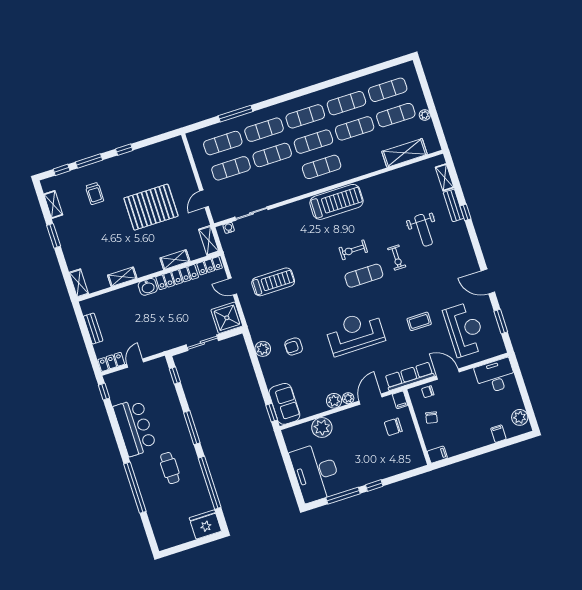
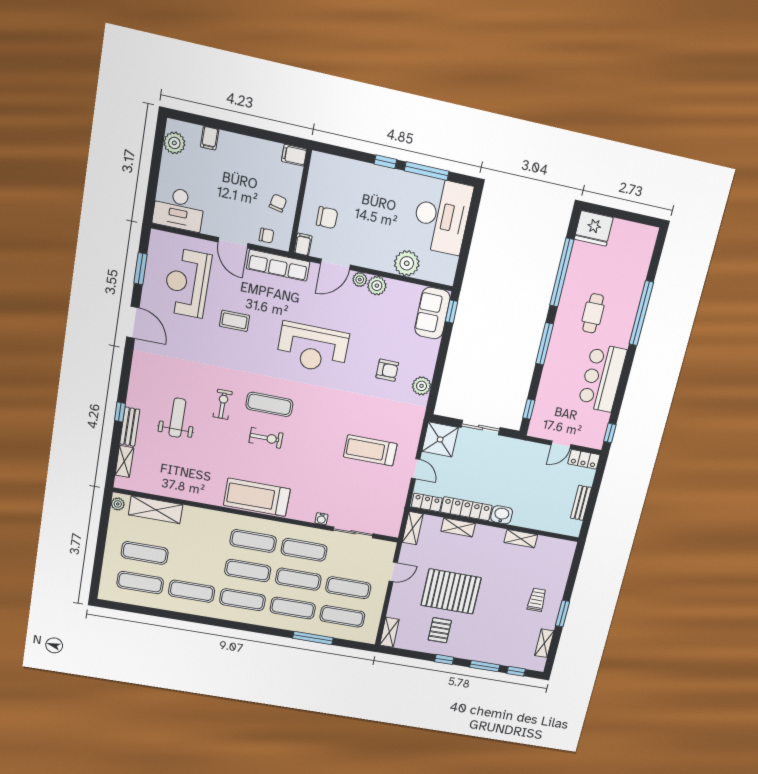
plant: (425, 115) -> (118, 504), moved
exercise mat: (355, 128) -> (304, 550), moved
pallet: (142, 172) -> (440, 630), added
trolley: (95, 193) -> (537, 600), moved
water cooler: (229, 228) -> (321, 519), moved
shelving: (79, 283) -> (389, 632), moved

